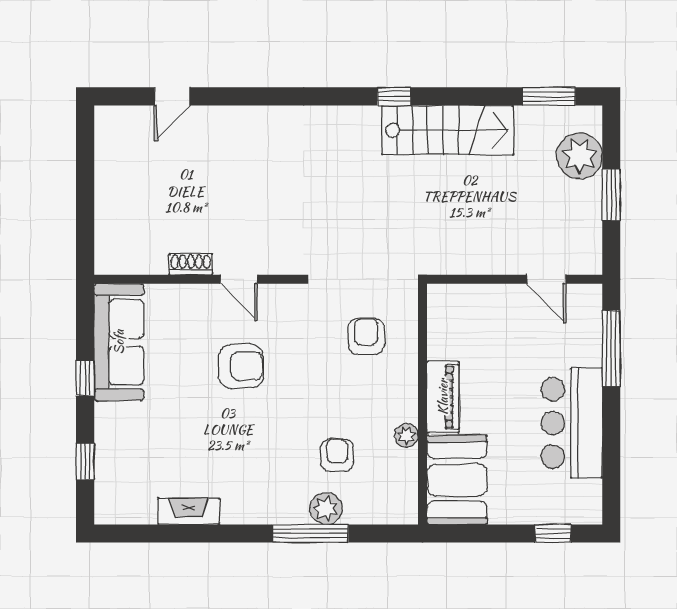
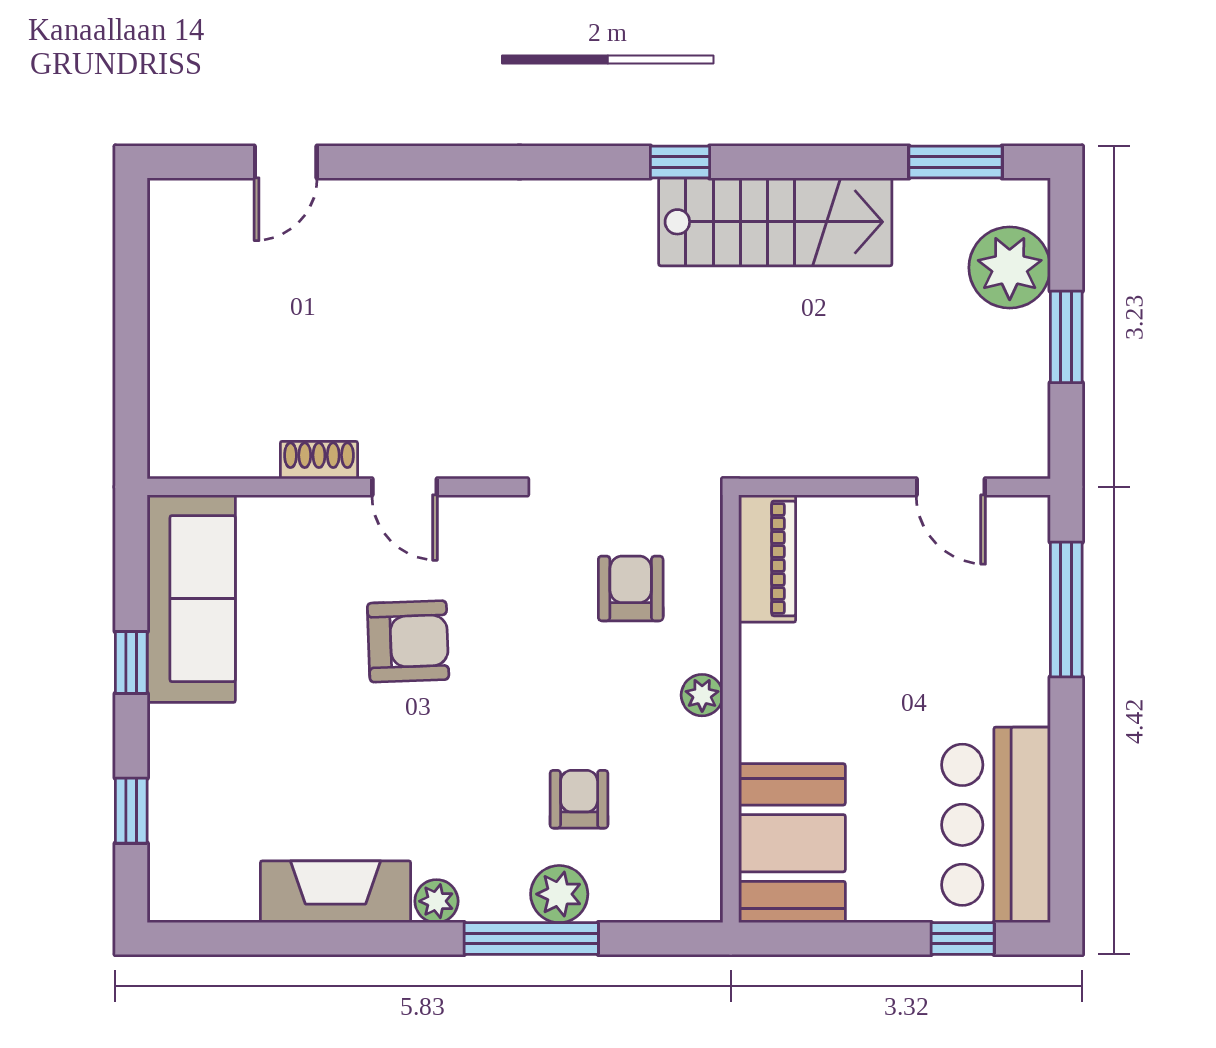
piano: (443, 397) -> (767, 558), moved
bar counter: (572, 423) -> (996, 825), moved
plant: (406, 436) -> (702, 695), moved
fireplace: (189, 511) -> (336, 892), width x1.37, depth x1.32
plant: (257, 512) -> (436, 901), added

